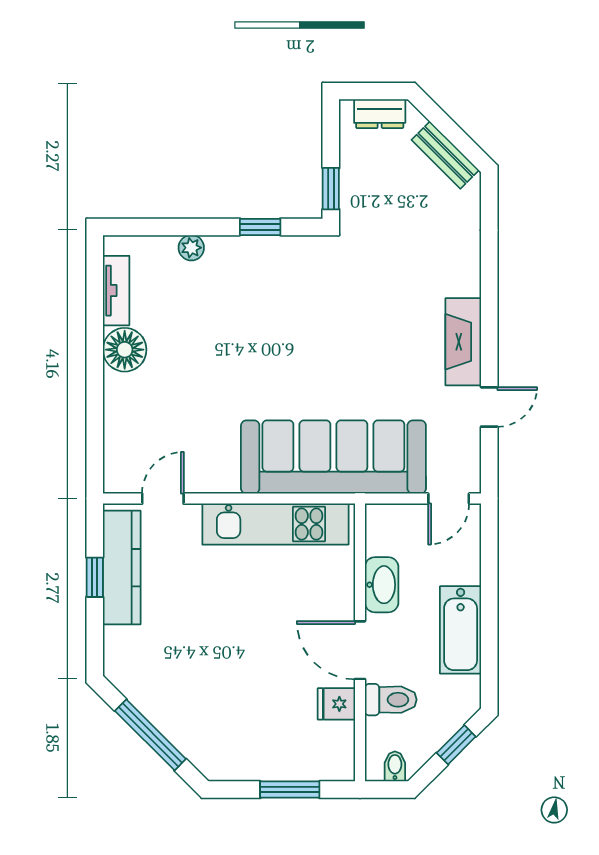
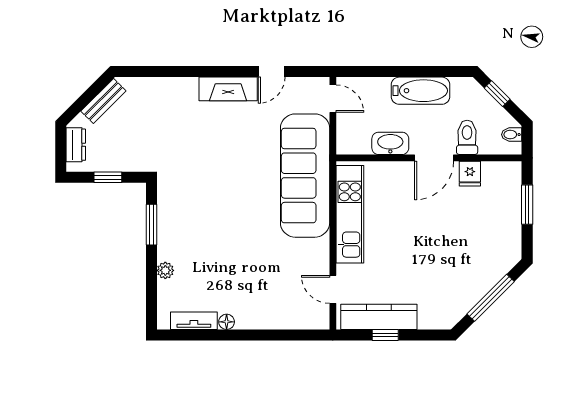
window: (331, 189) -> (108, 177), moved
window: (260, 227) -> (151, 225), width x1.50
floor lamp: (125, 350) -> (227, 322), width x0.53, depth x0.53
door: (489, 407) -> (272, 72), swing flipped

